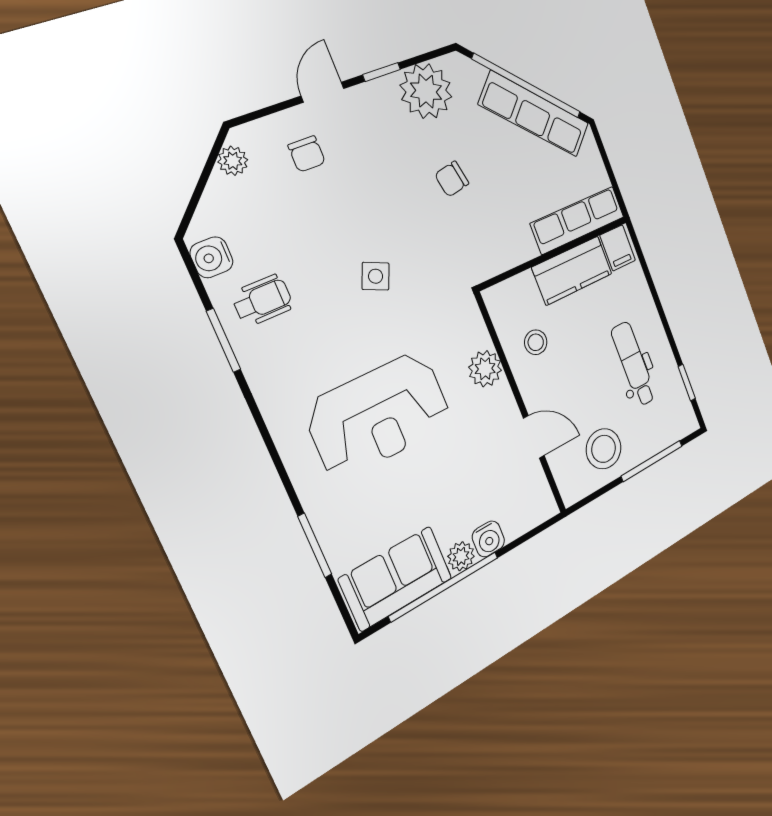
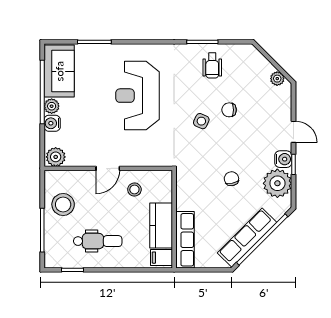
chair: (307, 154) -> (229, 110), moved
water cooler: (211, 257) -> (283, 159), moved, turned 90
plant: (485, 369) -> (56, 157), moved
door: (534, 437) -> (108, 168), moved

